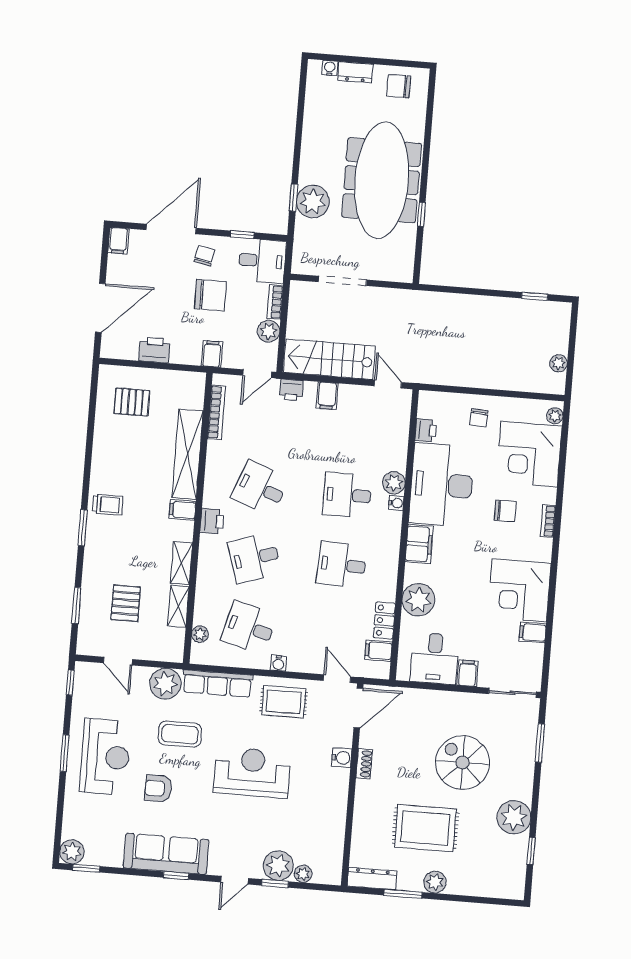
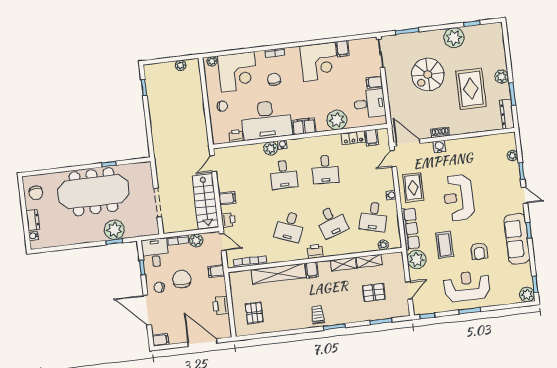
plant: (278, 866) -> (511, 171), removed

